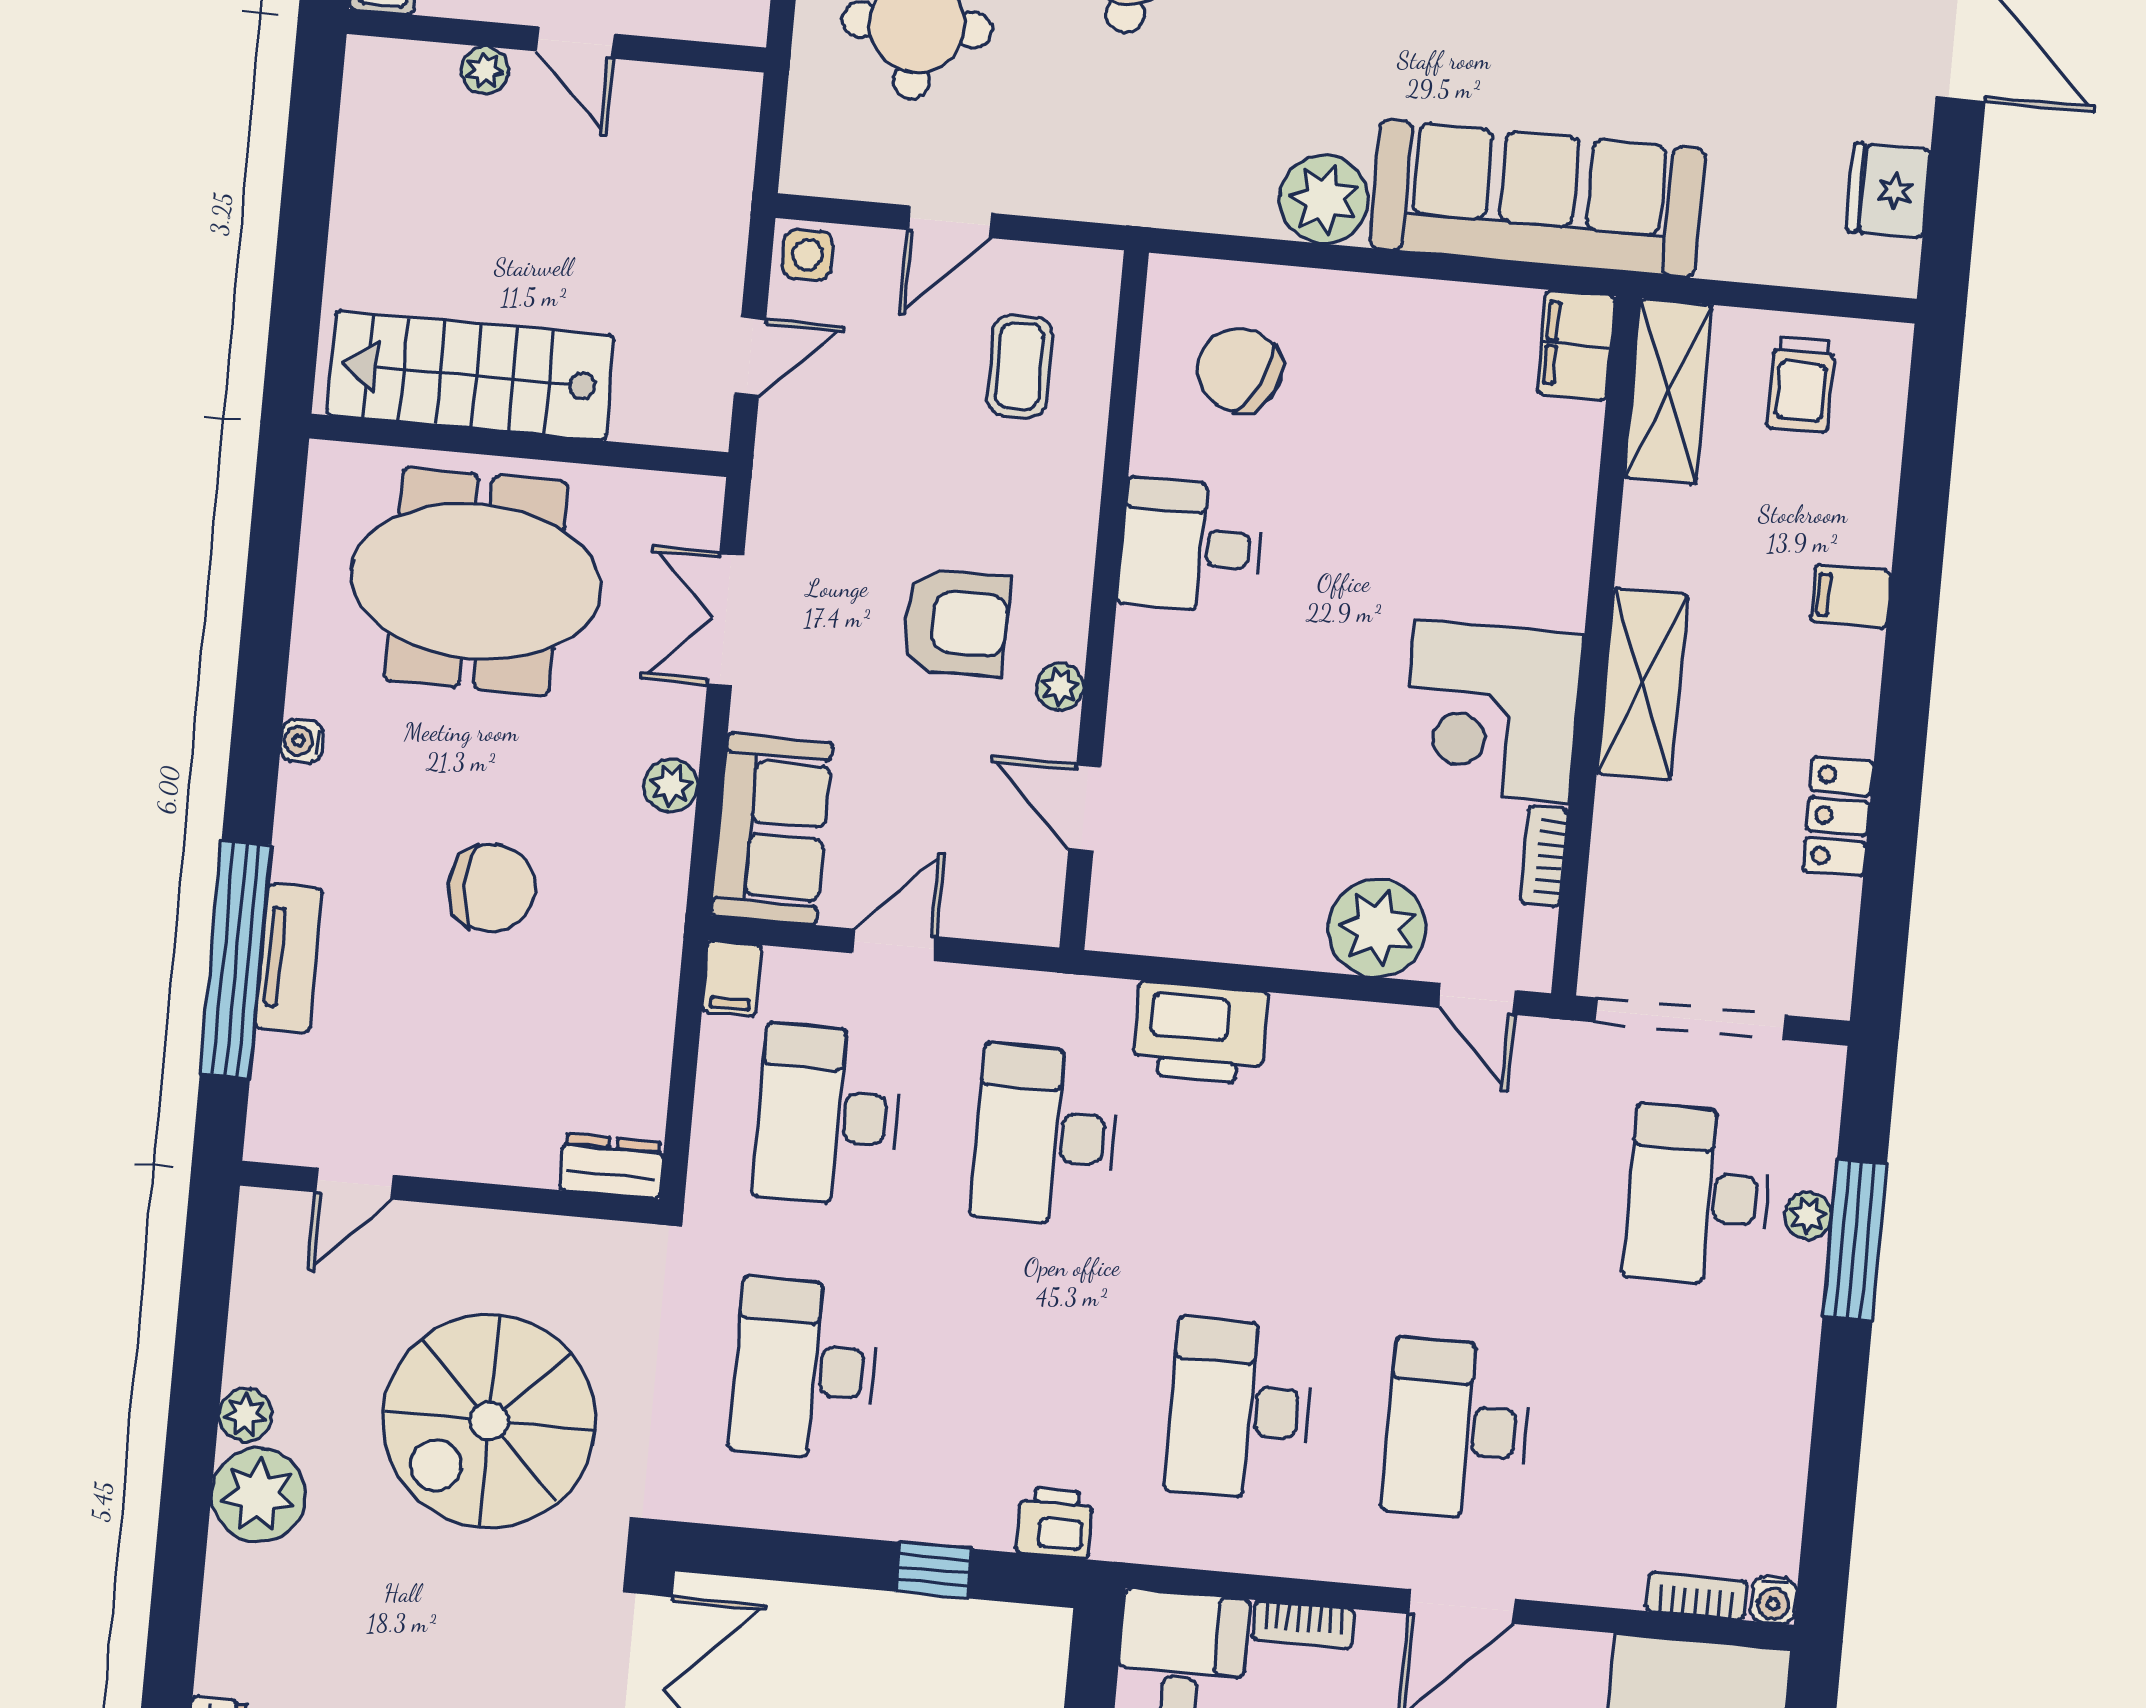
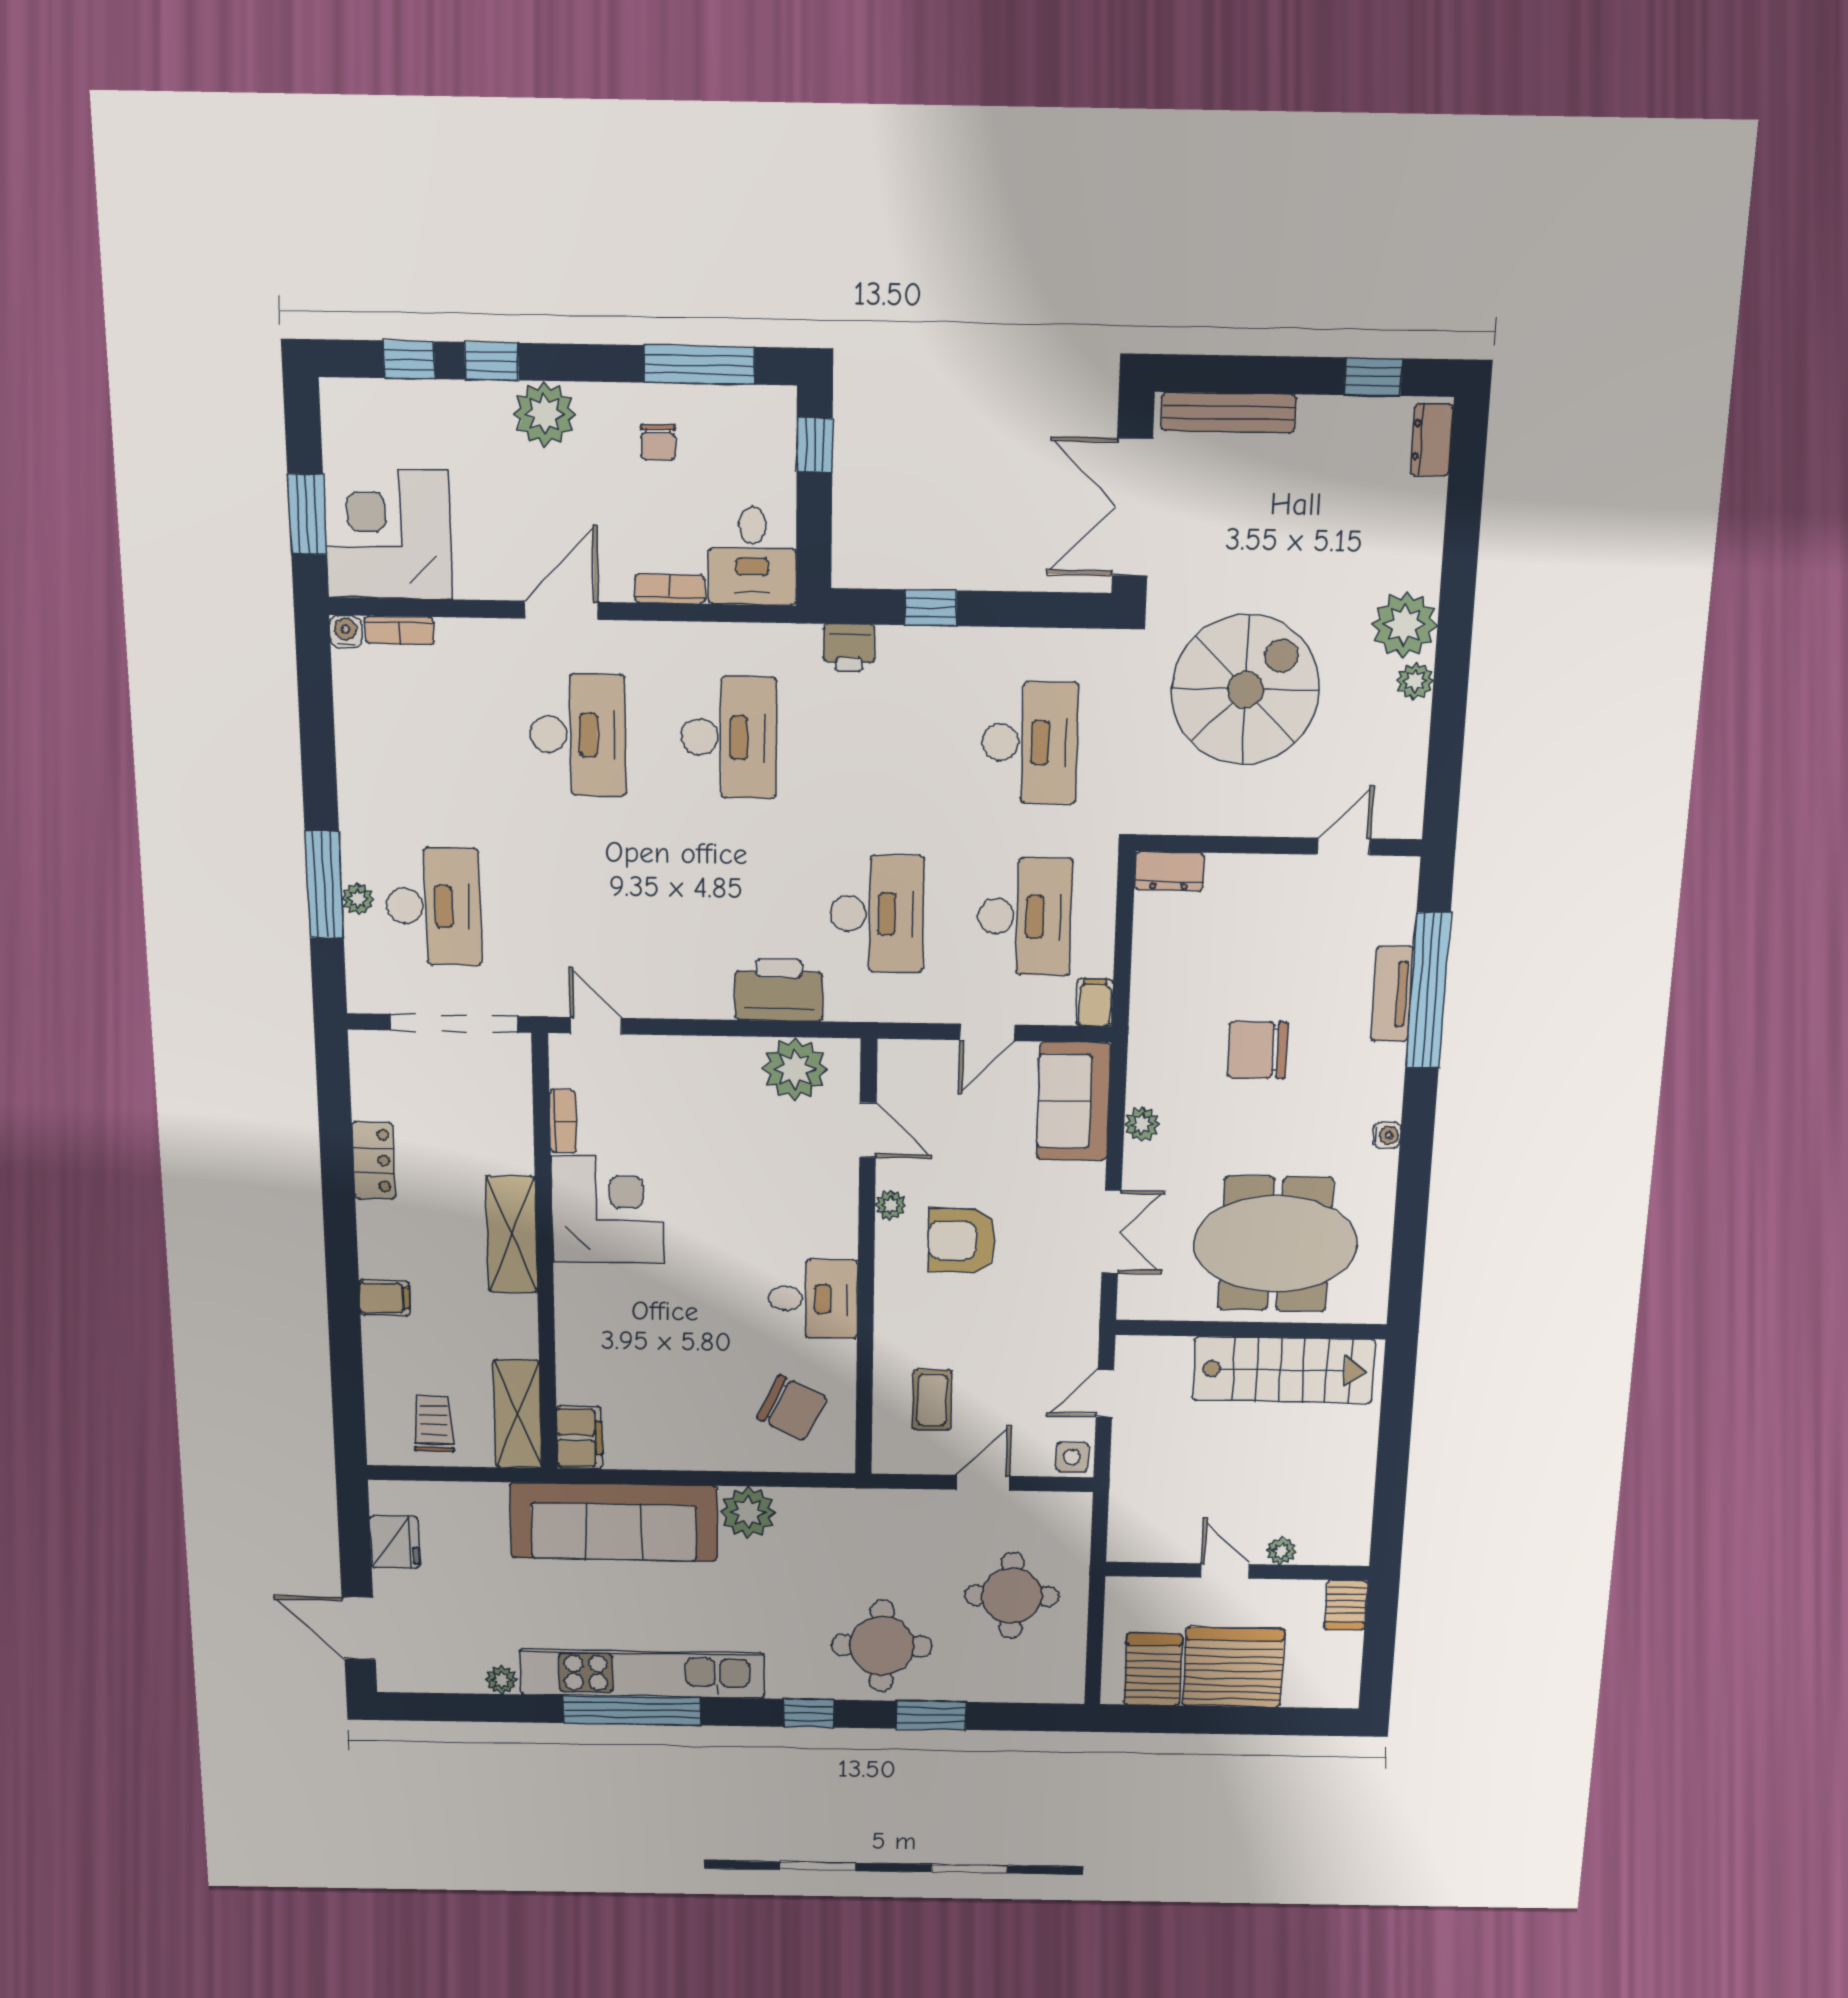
plant: (1377, 928) -> (795, 1069), moved

